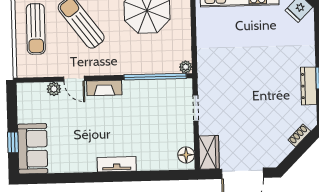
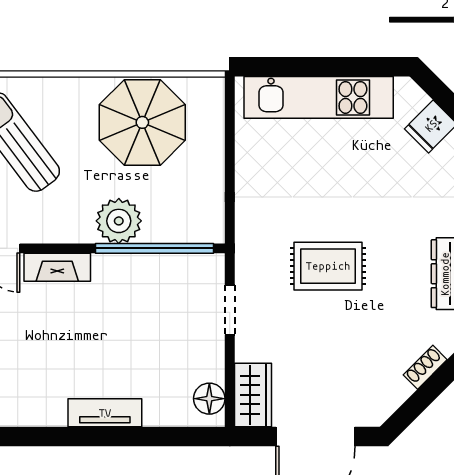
plant: (186, 67) -> (119, 221), moved, width x1.88, depth x1.88
rug: (247, 84) -> (328, 266), added
tv unit: (117, 164) -> (105, 413), moved

